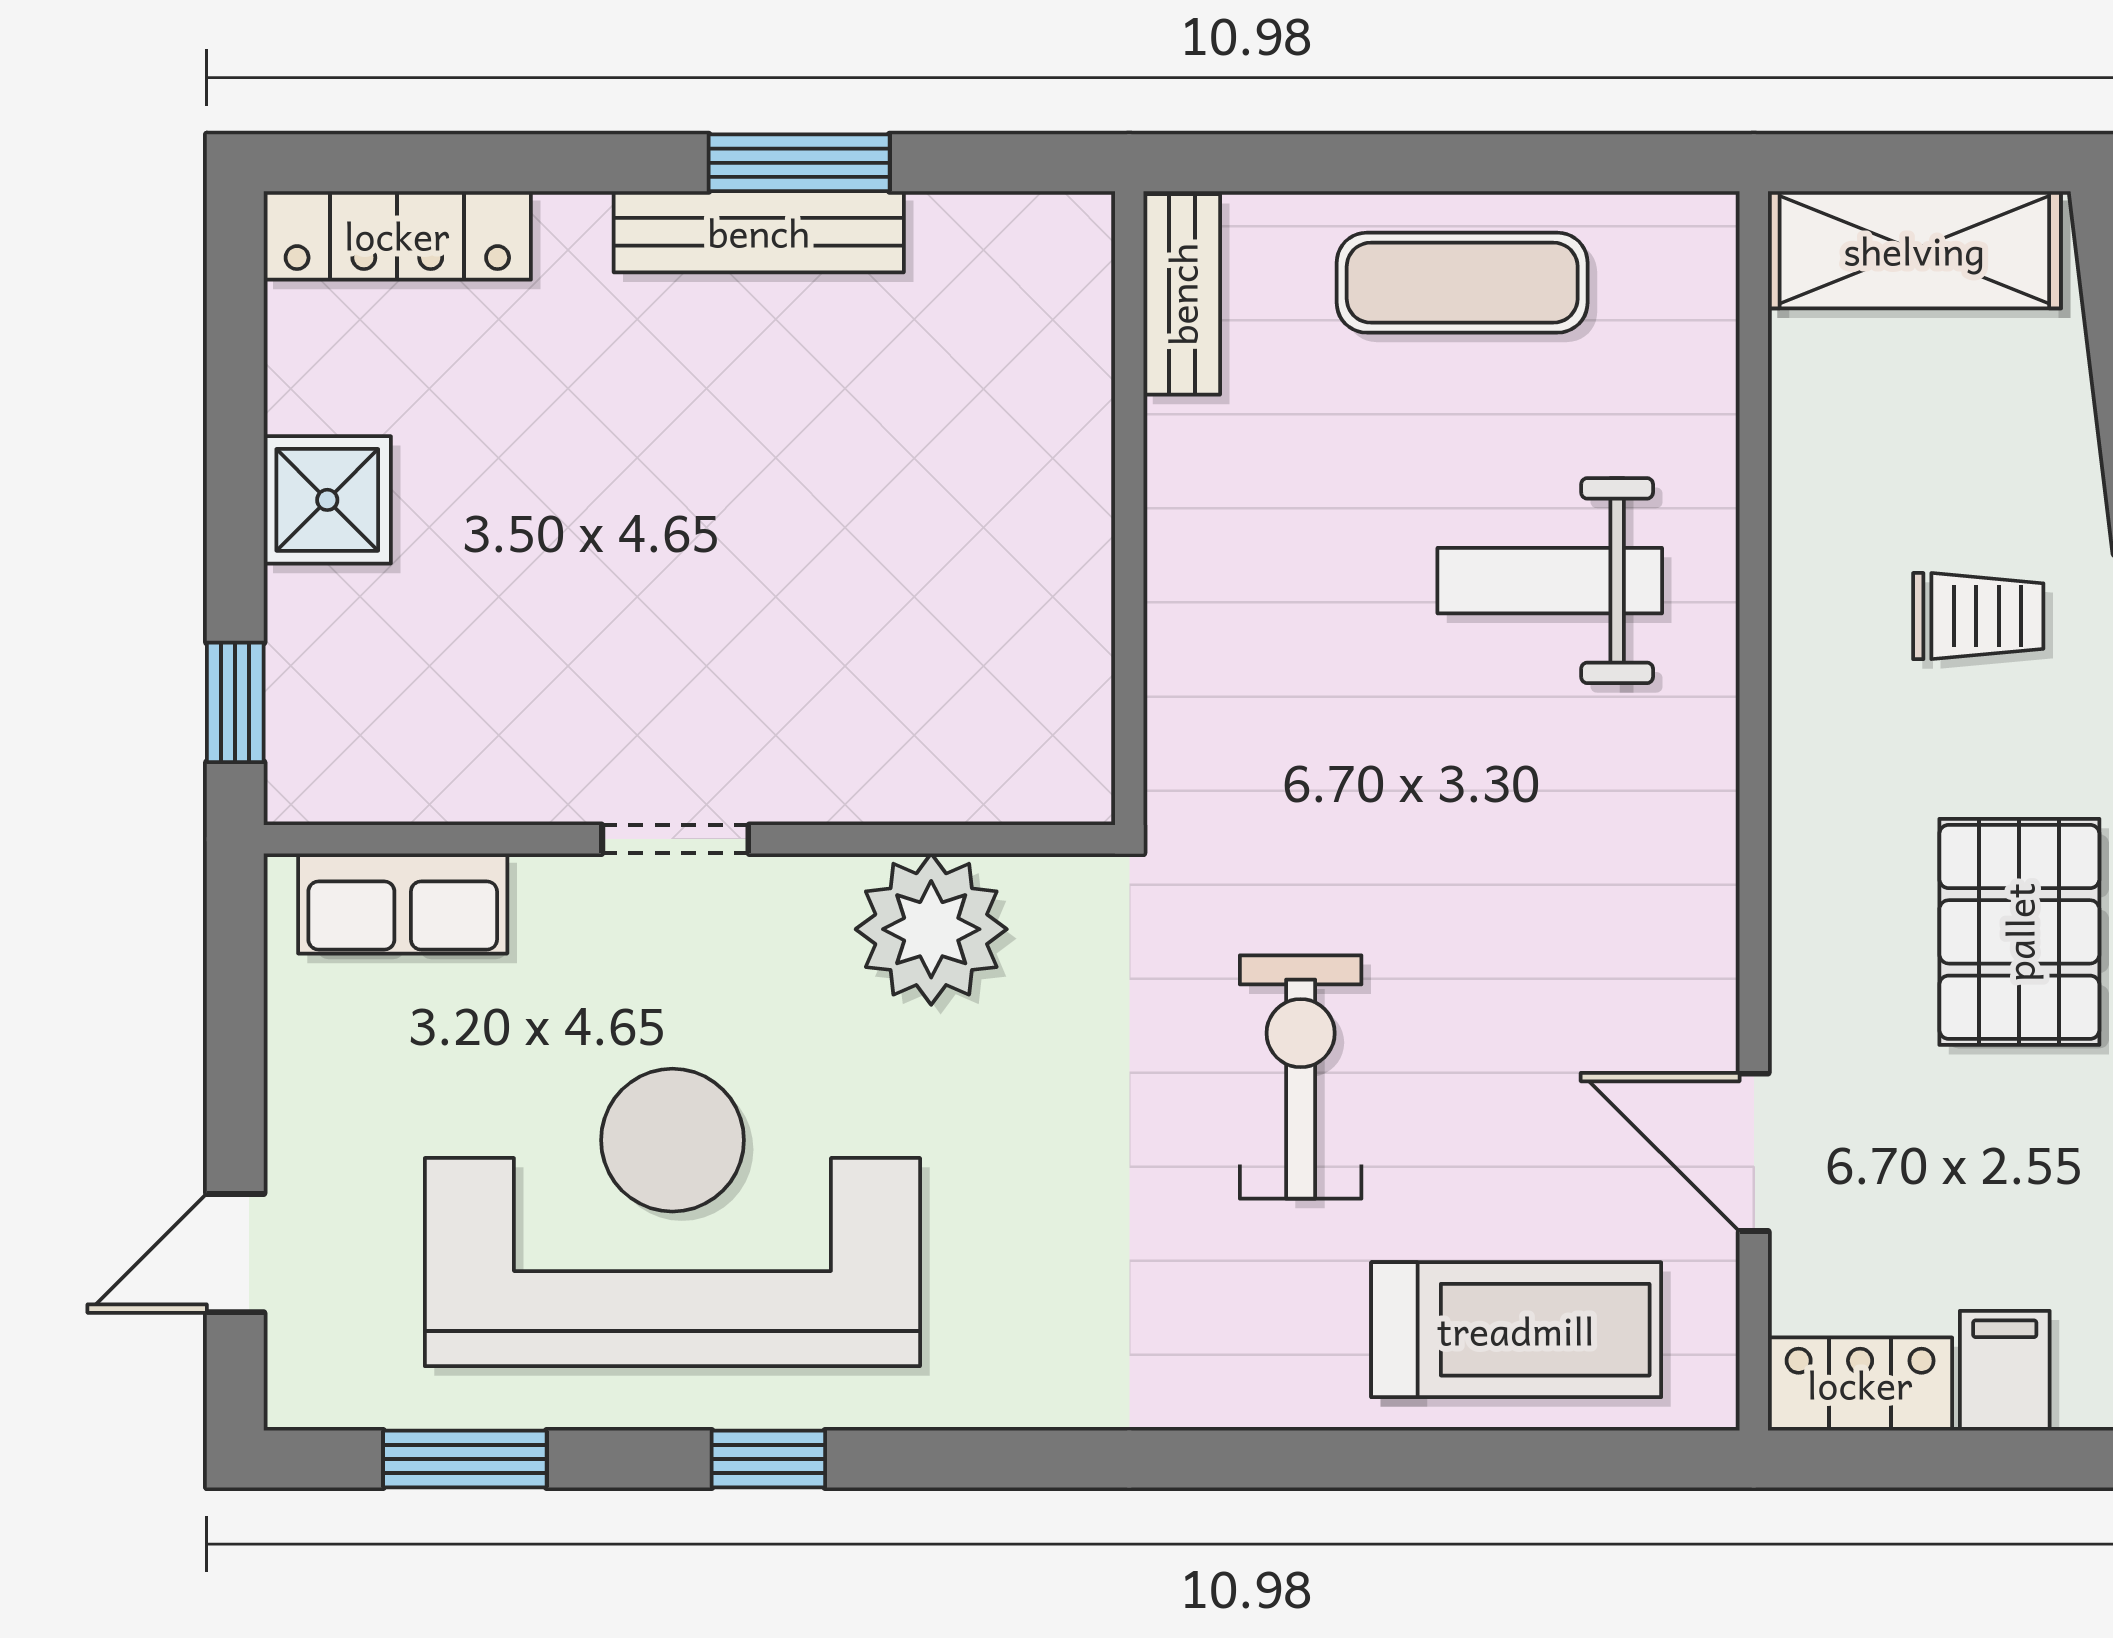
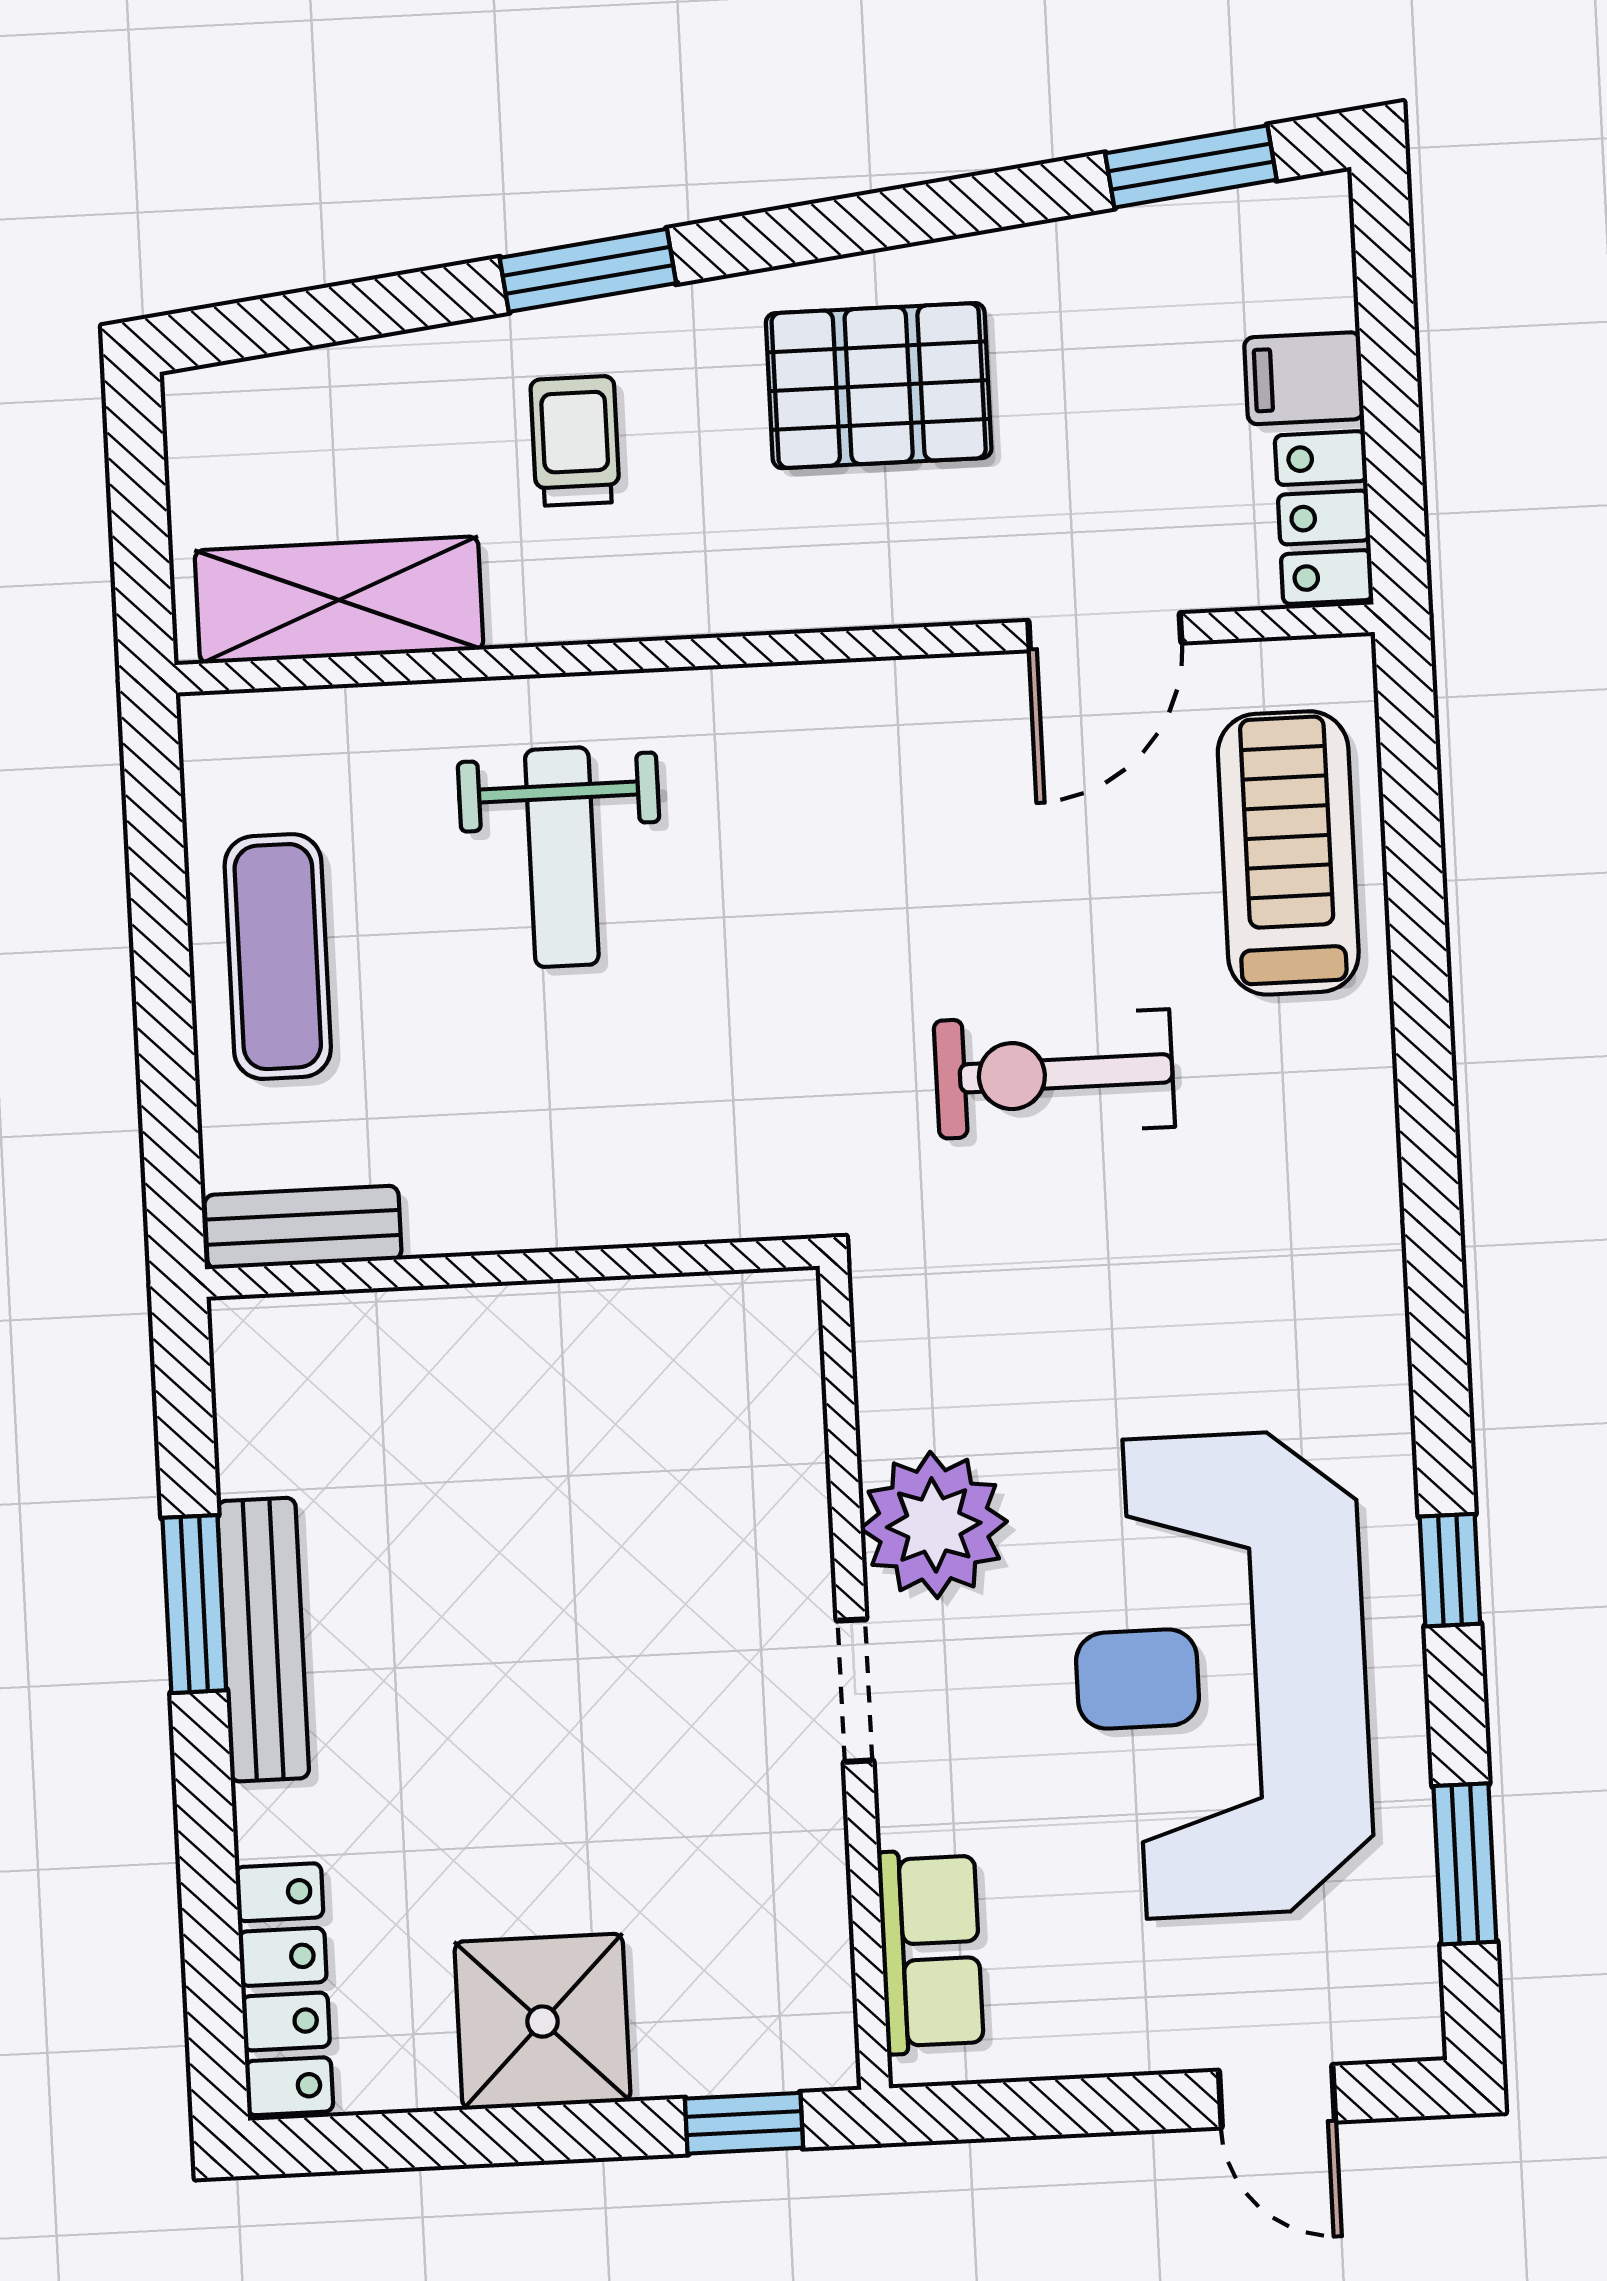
shelving: (1914, 250) -> (339, 600), moved, turned 90
shower: (327, 500) -> (543, 2022), width x1.36, depth x1.36
plant: (931, 929) -> (934, 1525), moved

